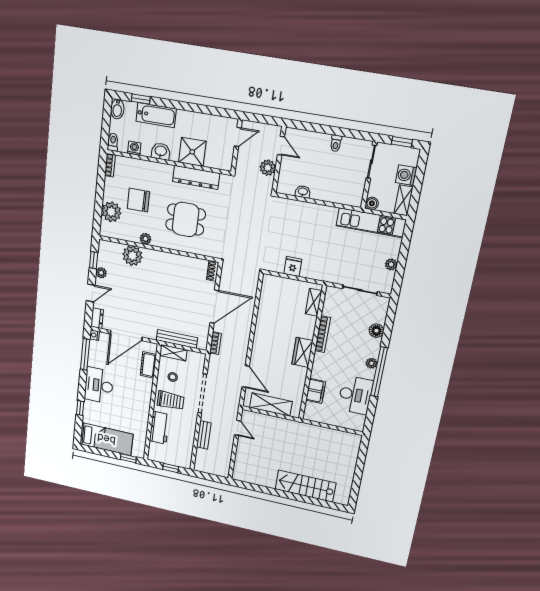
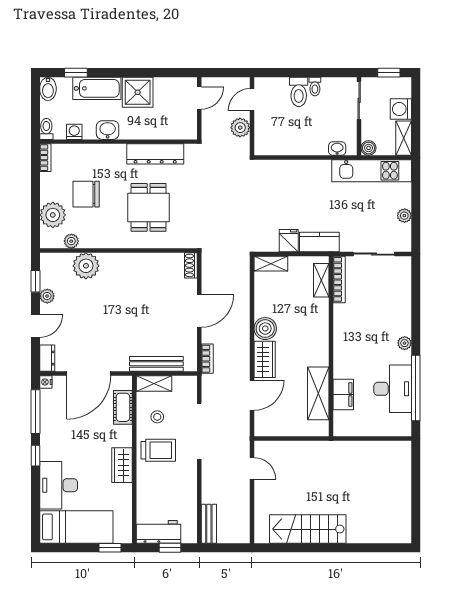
door: (281, 146) -> (252, 99), swing flipped
toilet: (321, 146) -> (299, 92), added
shower: (192, 152) -> (138, 92), moved
washbasin: (303, 192) -> (337, 149), moved
dining table: (186, 219) -> (149, 207), turned 90
plant: (145, 239) -> (71, 241), moved
kitchen counter: (317, 272) -> (319, 242), added
shelving: (275, 282) -> (271, 264), added
door: (214, 307) -> (199, 311), width x0.73
boiler: (263, 330) -> (265, 329), added
floor lamp: (376, 331) -> (403, 300), removed
bookcase: (323, 334) -> (339, 279), moved
wardrobe: (302, 352) -> (265, 359), moved, turned 180
window: (379, 372) -> (416, 388), moved
door: (246, 377) -> (252, 395), hinge flipped
desk: (99, 385) -> (59, 485), moved
shelving: (271, 404) -> (318, 393), moved, turned 90
wardrobe: (143, 405) -> (122, 465), added
window: (80, 408) -> (35, 456), moved
workbench: (159, 428) -> (159, 532), moved, turned -90
bench: (204, 435) -> (209, 524), moved
stairs: (306, 486) -> (308, 529), moved

